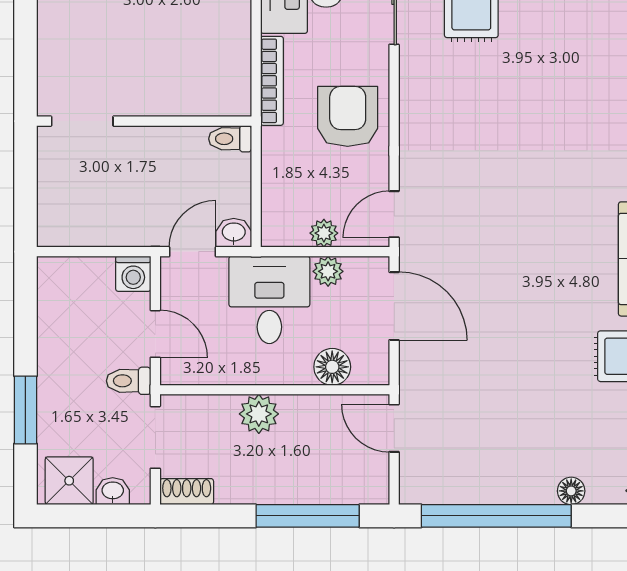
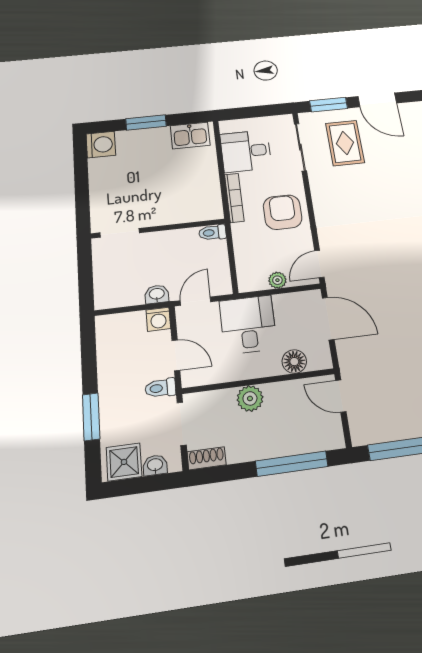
washbasin: (234, 233) -> (157, 294), moved
plant: (328, 271) -> (283, 303), removed

